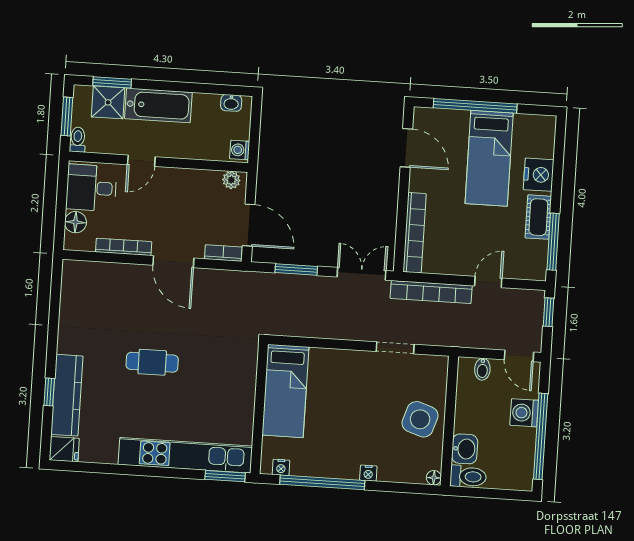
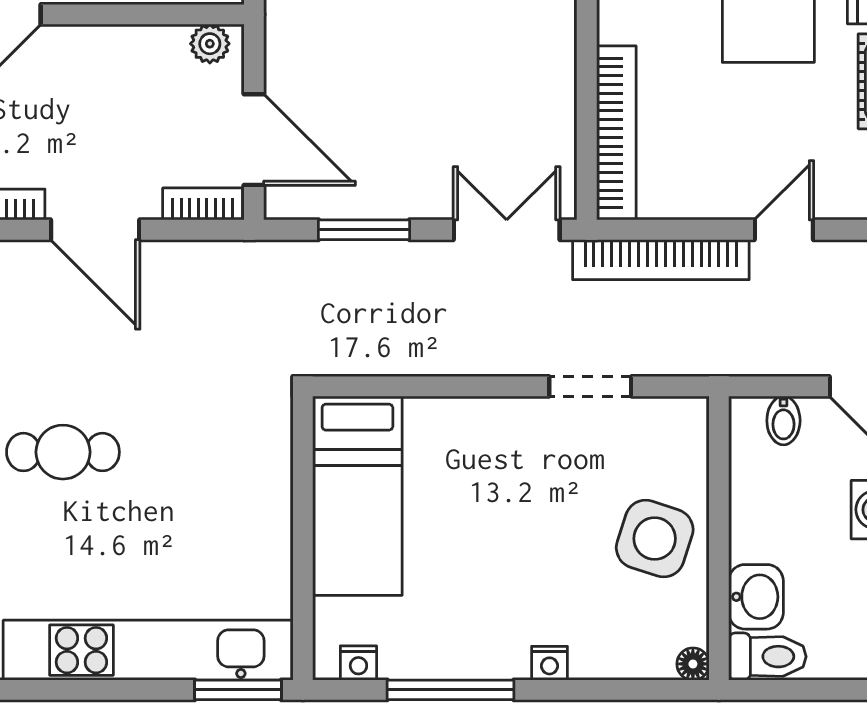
window: (322, 482) -> (451, 690), width x0.68

